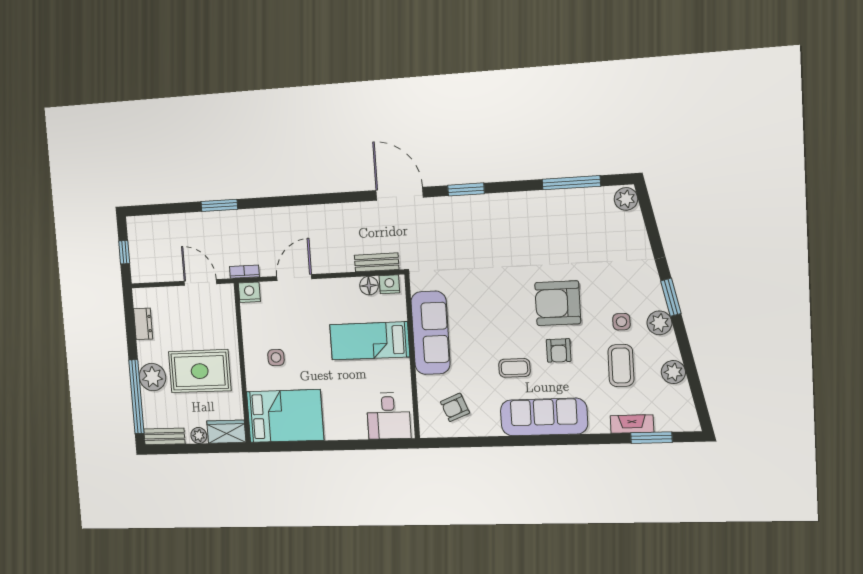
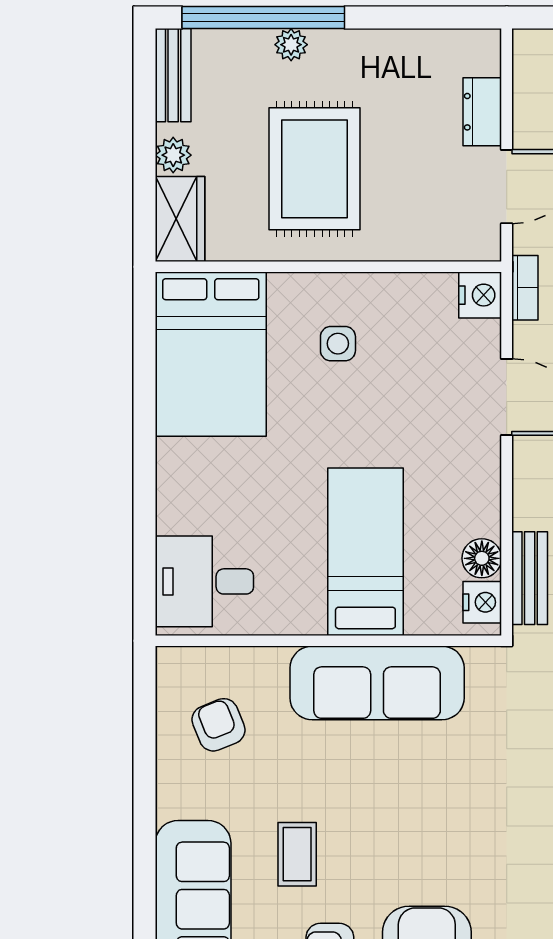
dresser: (143, 324) -> (482, 112), moved, turned 90
plant: (152, 377) -> (291, 45), width x0.53, depth x0.53

